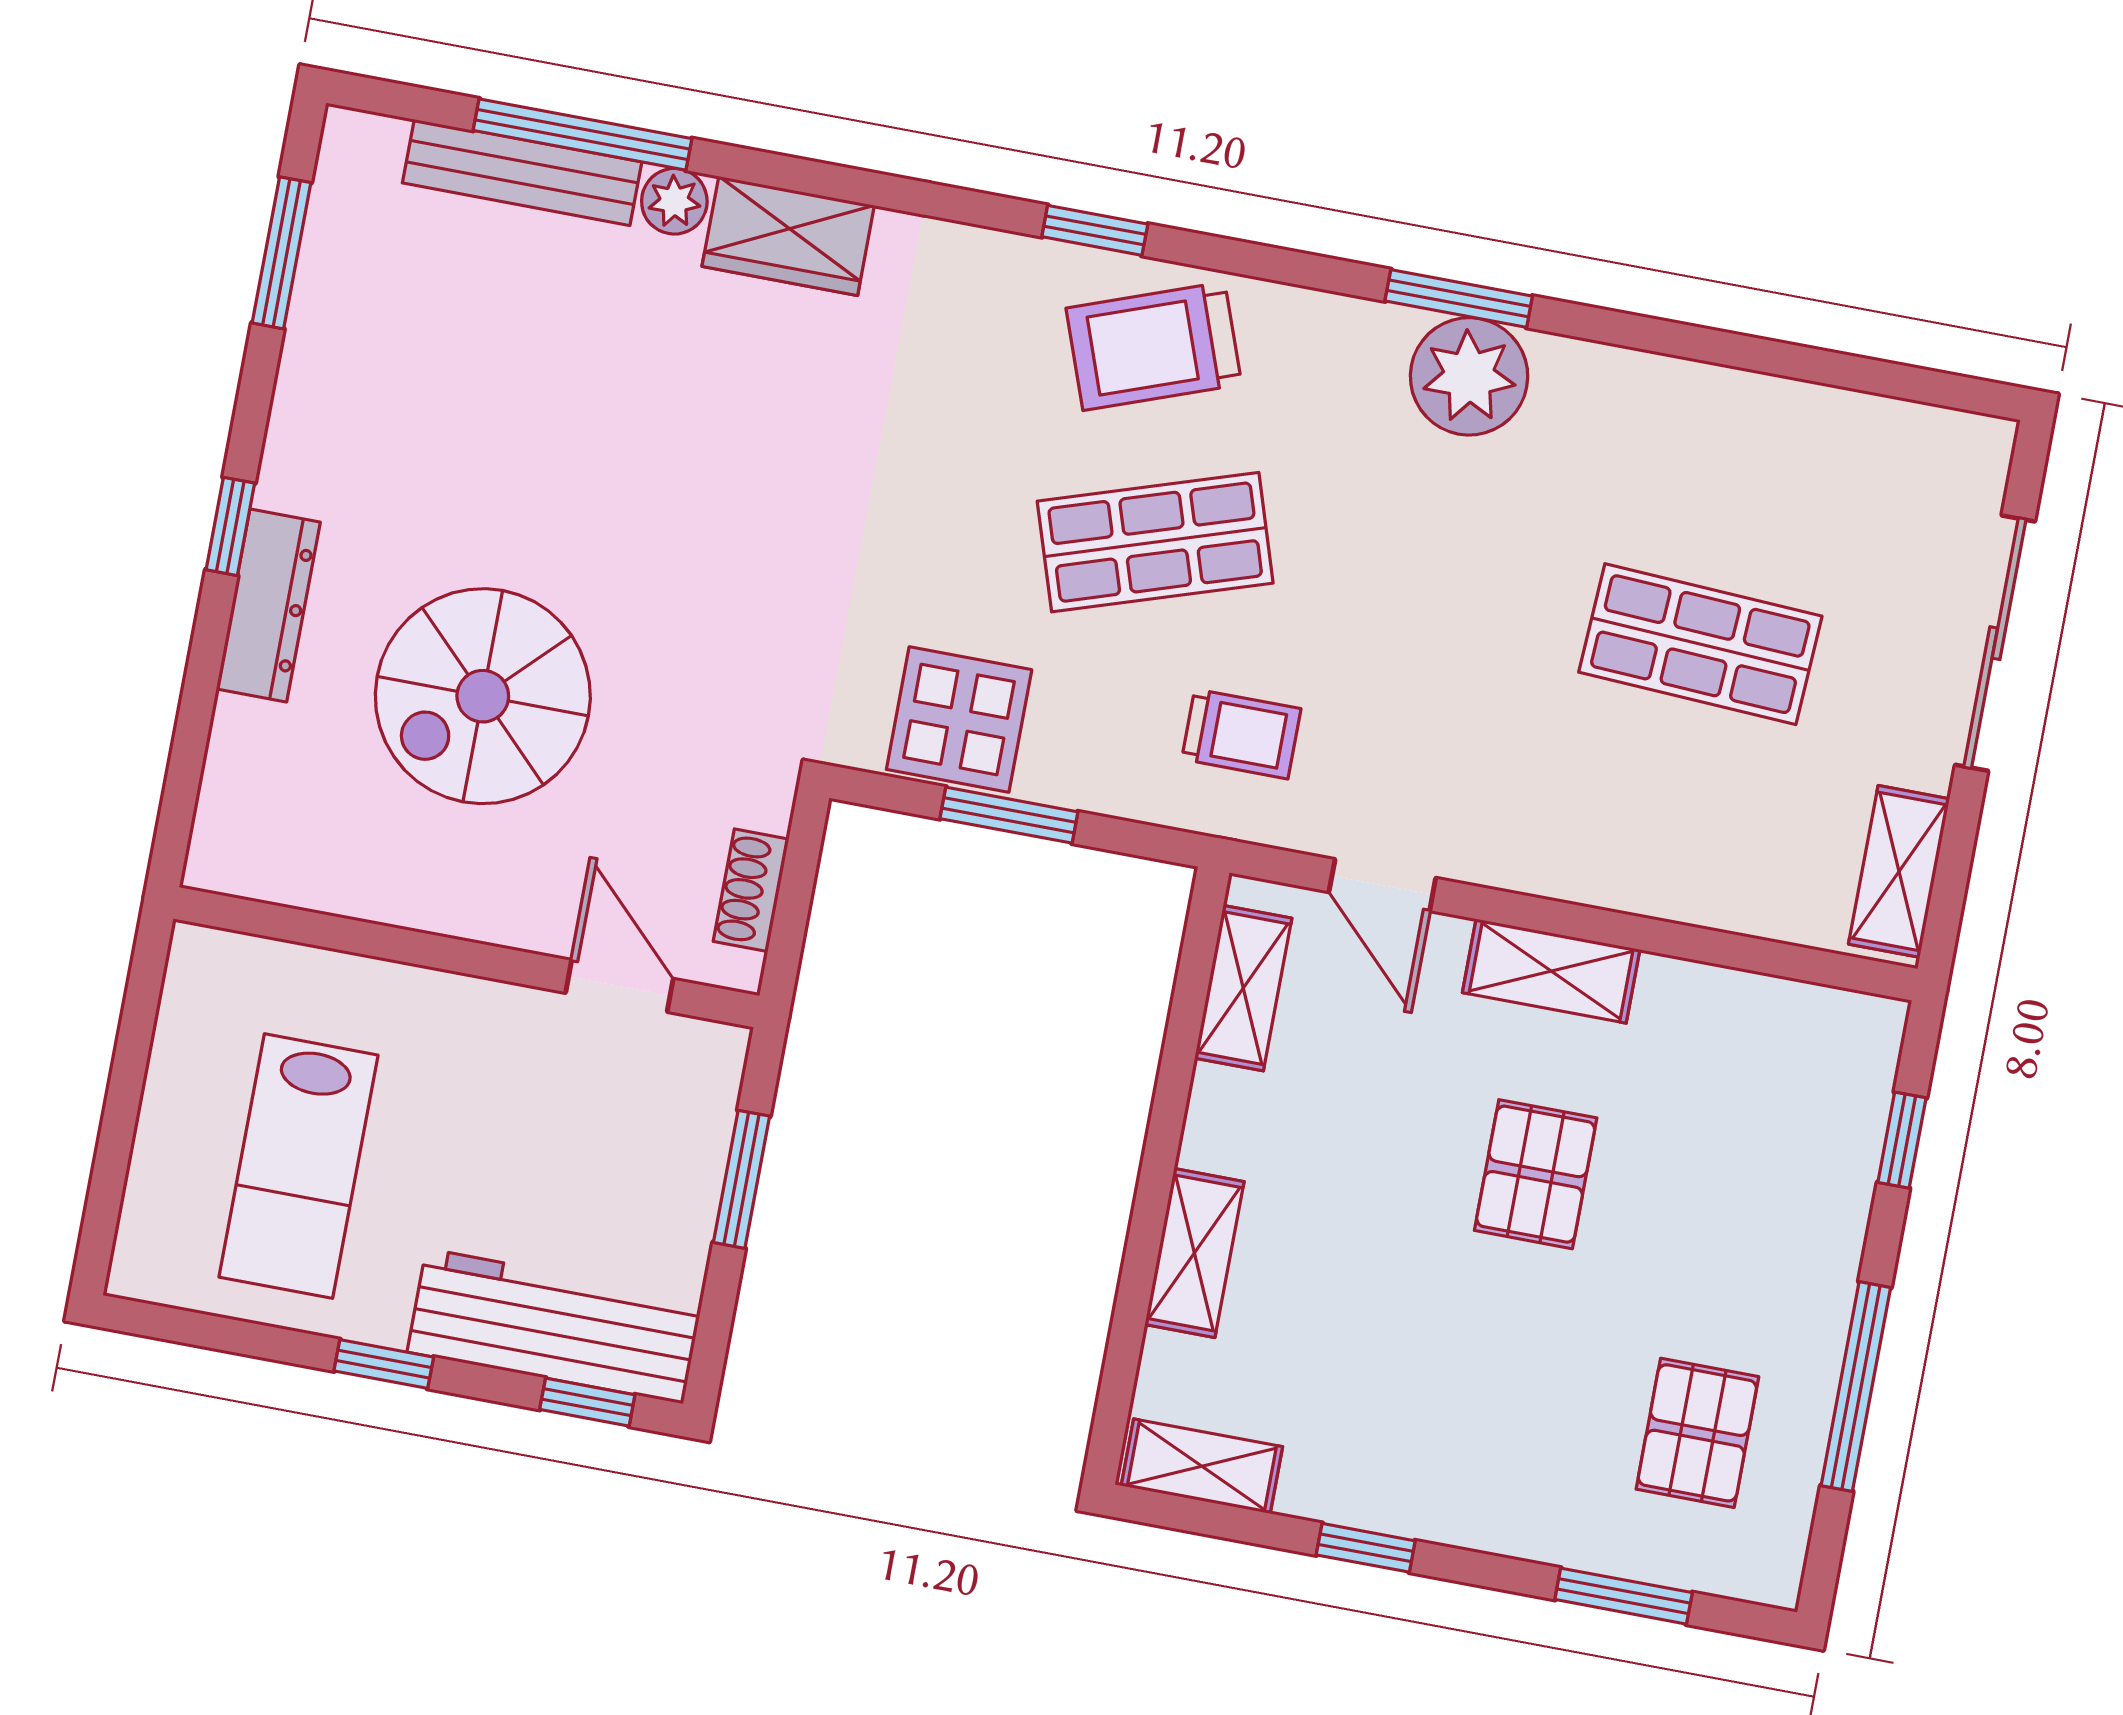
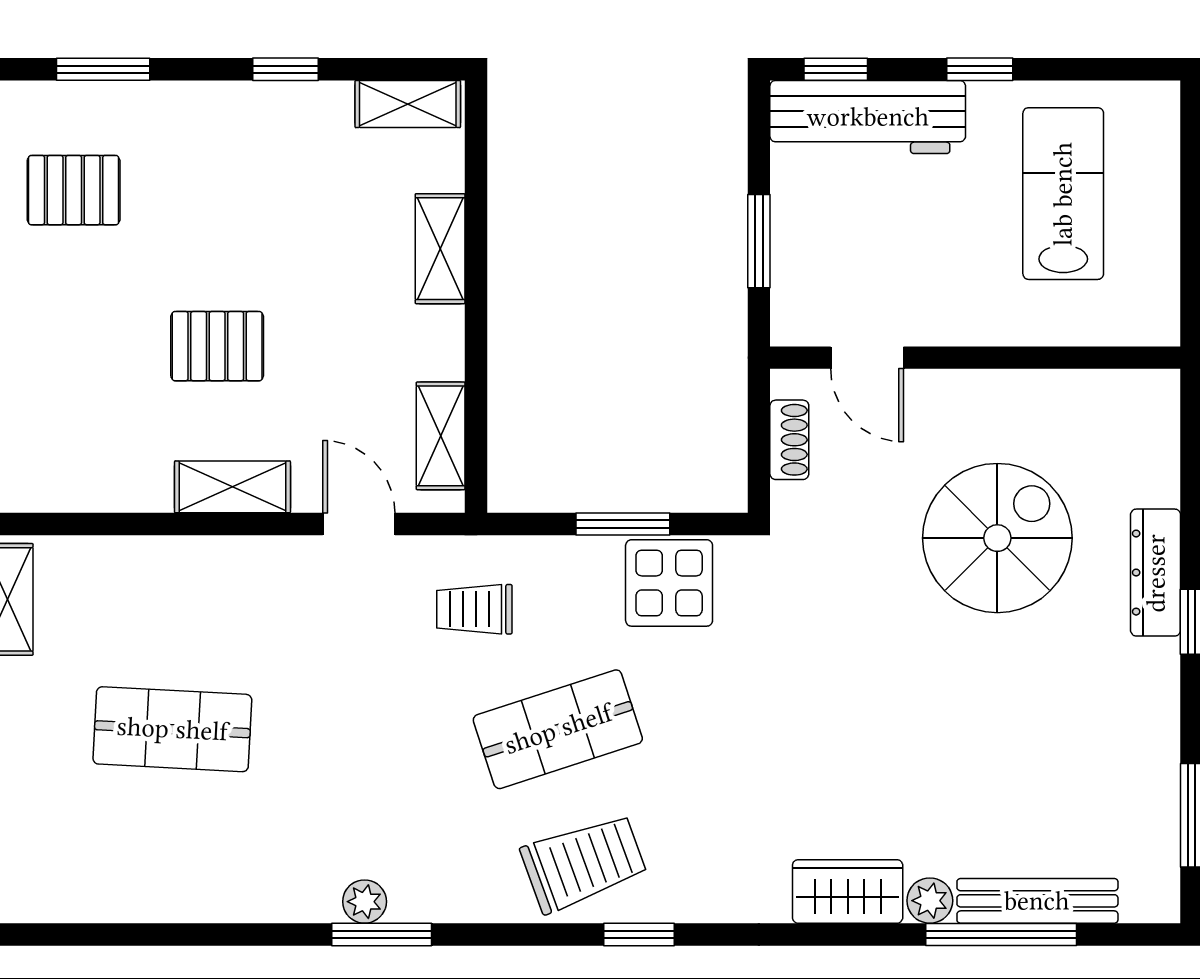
plant: (1469, 376) -> (365, 902), width x0.53, depth x0.53
pallet: (1536, 1174) -> (217, 346), turned 90
pallet: (1697, 1433) -> (74, 190), turned 90

